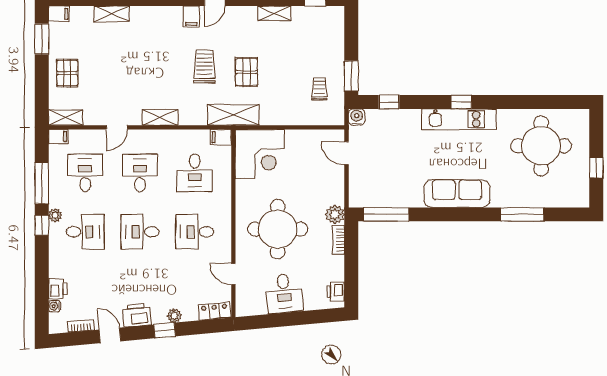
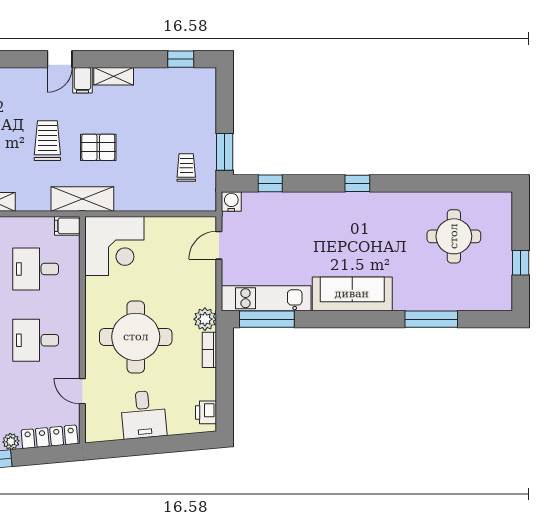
shelving: (274, 13) -> (114, 76), moved
filing cabinet: (191, 17) -> (82, 80), moved
pallet: (247, 72) -> (98, 147), turned 90
kitchen unit: (459, 119) -> (266, 298), moved, turned 180
round table: (541, 146) -> (454, 236), width x0.73, depth x0.73
door: (346, 153) -> (219, 245), hinge flipped
desk: (195, 173) -> (36, 269), turned 90
locker: (214, 311) -> (50, 437), width x1.53

